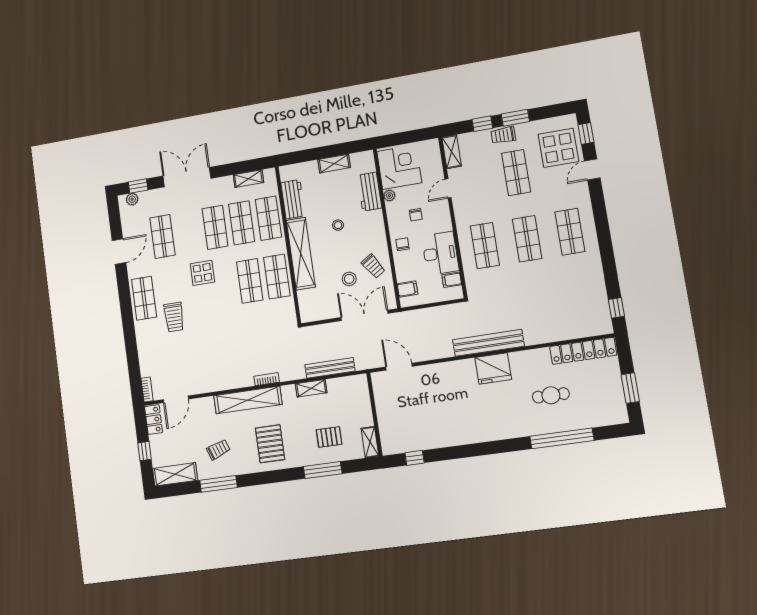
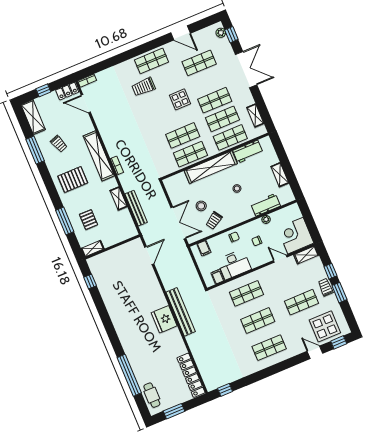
corner desk: (399, 167) -> (295, 236), moved, turned 180
cafe table: (551, 395) -> (152, 395), moved

